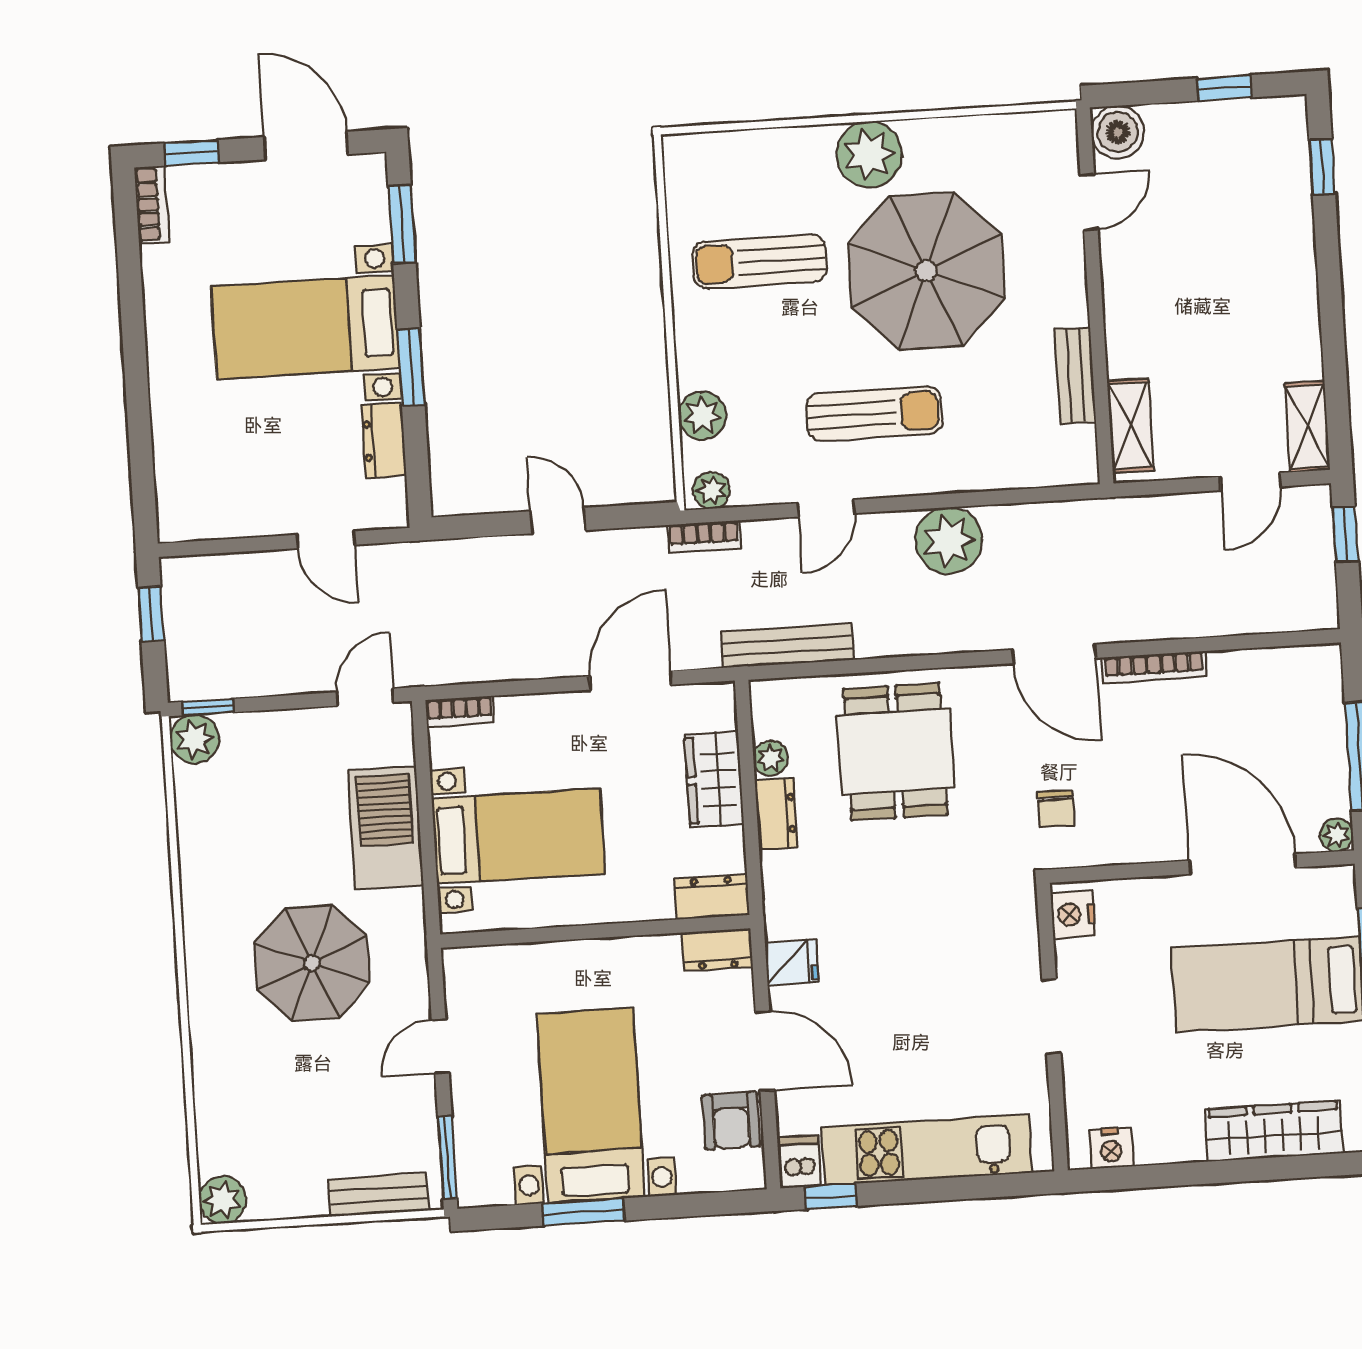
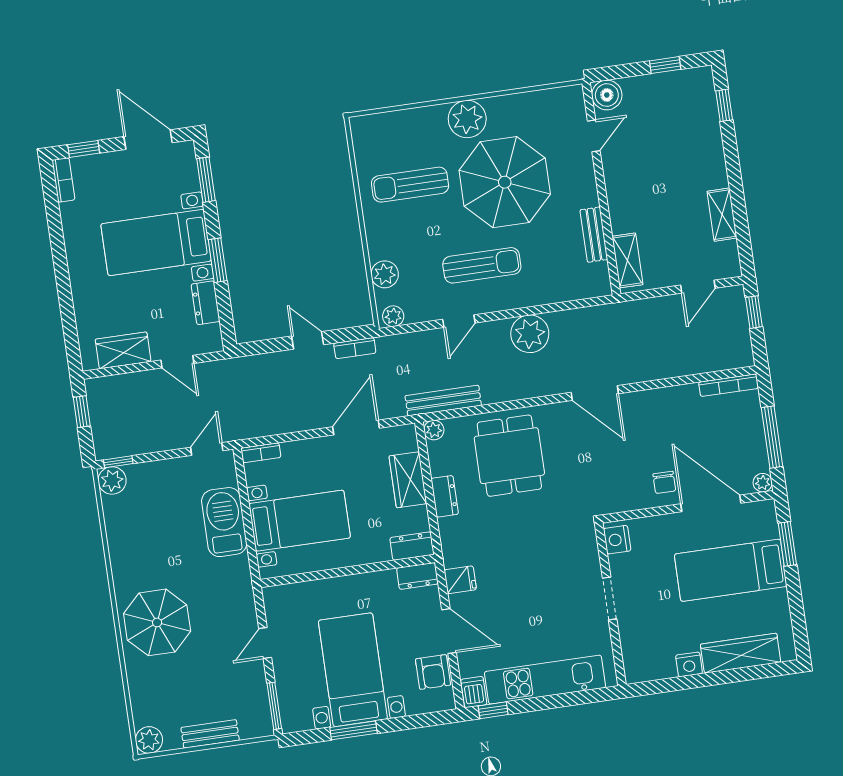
shelving: (1307, 427) -> (722, 215), moved
wardrobe: (232, 512) -> (123, 350), added
bookcase: (704, 537) -> (355, 348), moved
bookcase: (1154, 667) -> (729, 385), moved
plant: (771, 758) -> (434, 430), moved
chair: (1056, 809) -> (664, 482), moved
parasol: (312, 963) -> (157, 622), moved
nightstand: (1111, 1148) -> (689, 664), moved
bench: (379, 1195) -> (210, 734), moved

